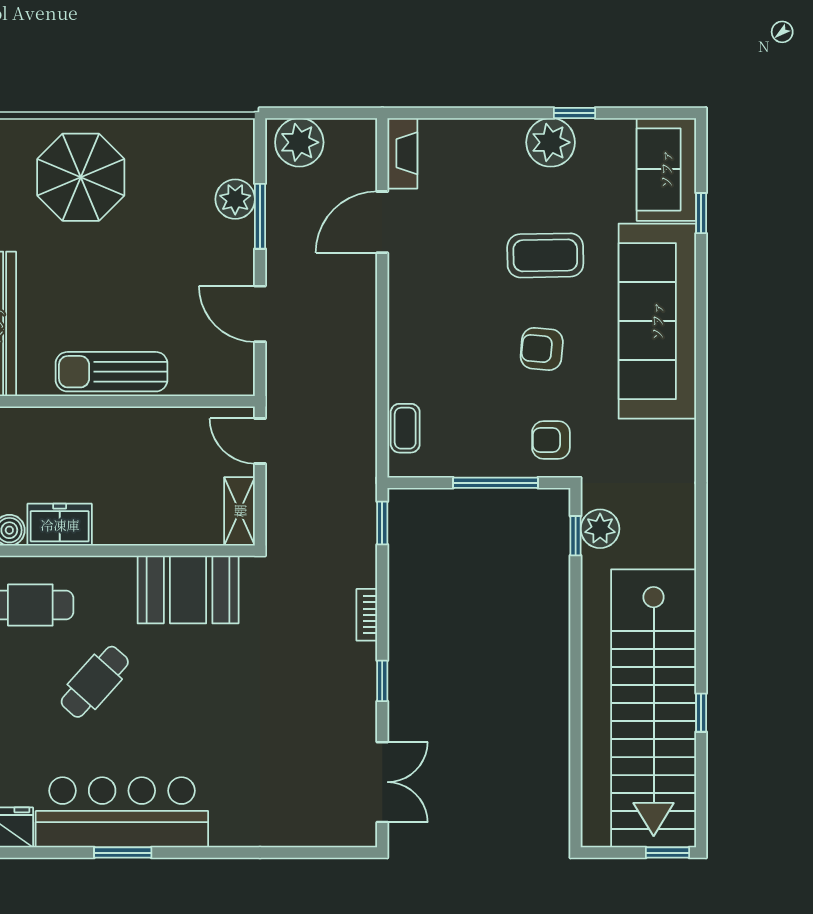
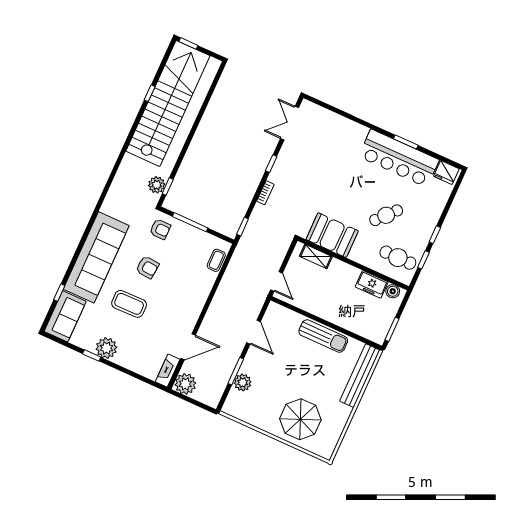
plant: (299, 142) -> (185, 384), moved
shelving: (240, 511) -> (316, 256), moved, turned 90

